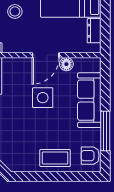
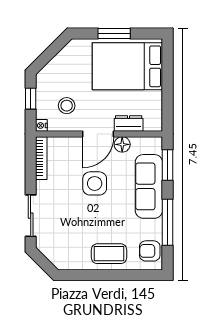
stool: (15, 11) -> (67, 106), moved
dresser: (94, 31) -> (129, 124), moved, turned 90
window: (105, 82) -> (168, 165), added

